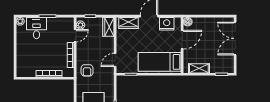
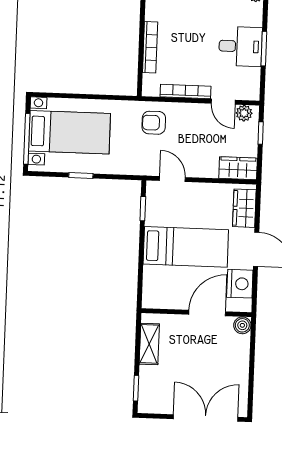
desk: (36, 28) -> (240, 46), moved
door: (182, 40) -> (207, 313), swing flipped
bed: (160, 62) -> (186, 247), moved, turned 90

